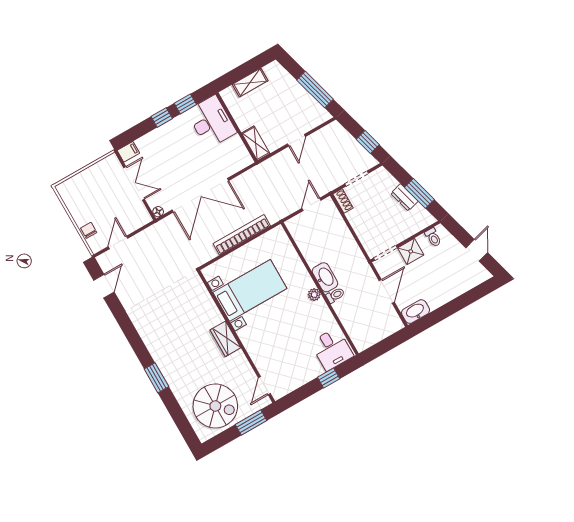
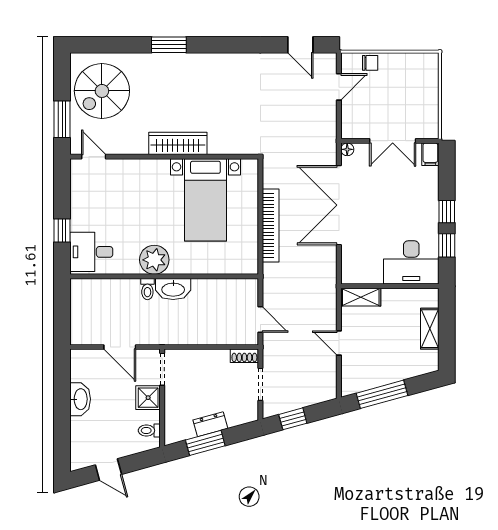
door: (118, 242) -> (339, 87), hinge flipped
plant: (314, 295) -> (154, 260), width x1.87, depth x1.87
washbasin: (416, 312) -> (80, 399), moved
wardrobe: (225, 339) -> (178, 143), width x1.50

